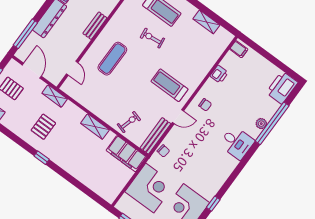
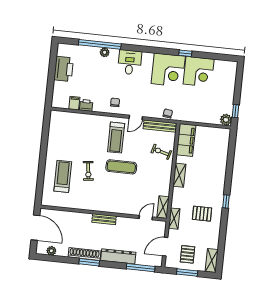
shelving: (206, 22) -> (163, 207), moved
filing cabinet: (239, 49) -> (74, 103), moved
exercise mat: (112, 59) -> (121, 167), moved
printer: (282, 88) -> (64, 69), moved, turned -90
door: (178, 117) -> (136, 117), swing flipped
corner desk: (150, 188) -> (168, 70), moved, turned 180
plant: (123, 205) -> (226, 120), added

